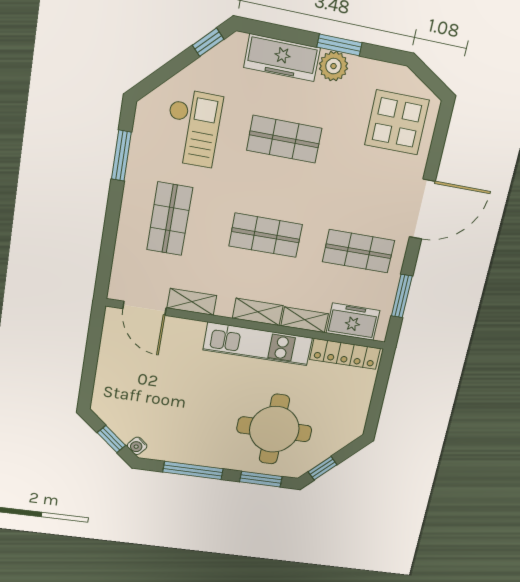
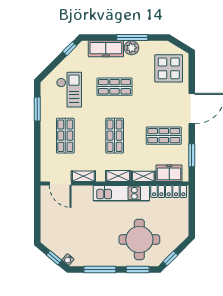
window: (339, 45) -> (132, 38), width x1.44
shop shelf: (266, 235) -> (115, 136), turned 90

